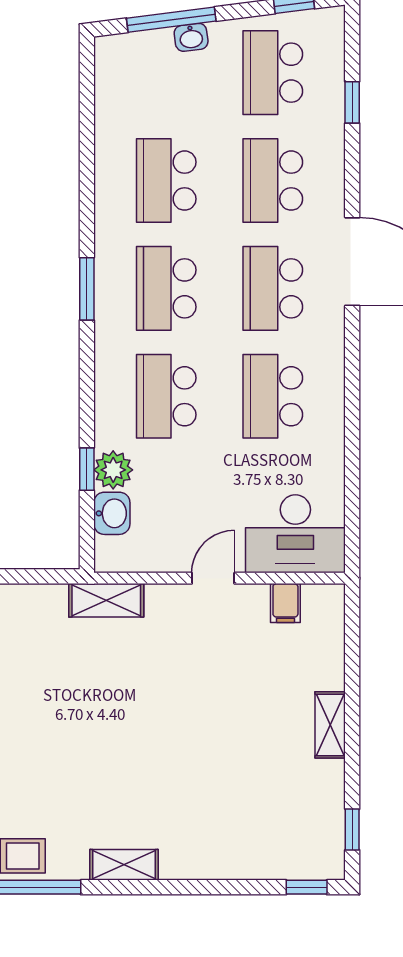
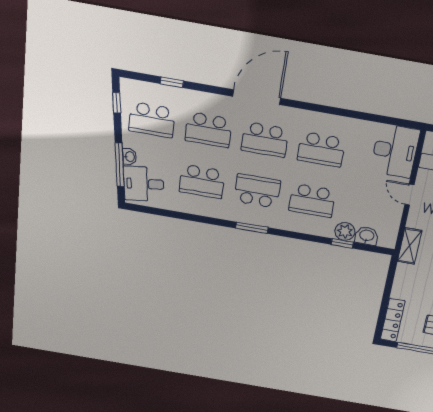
desk: (140, 69) -> (144, 184), added
school desk: (166, 288) -> (257, 191), turned 180

